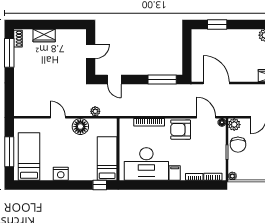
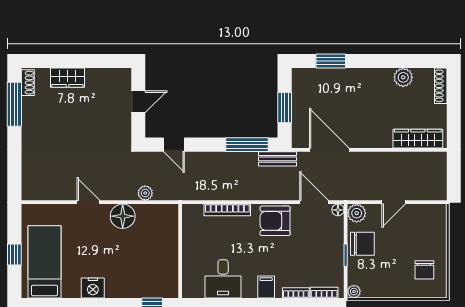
window: (187, 55) -> (285, 107), added
bench: (182, 89) -> (278, 159), added
chair: (238, 145) -> (362, 244), turned -90
window: (9, 152) -> (14, 254), width x0.46
bed: (107, 158) -> (163, 265), removed
desk: (146, 164) -> (223, 279), width x0.53, depth x0.77

